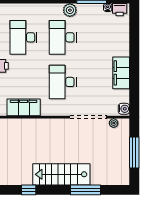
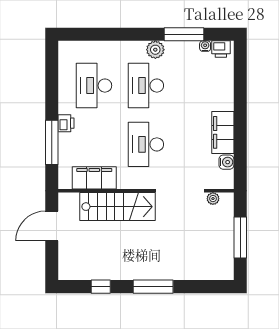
water cooler: (124, 109) -> (226, 162), moved
stairs: (61, 174) -> (117, 207), moved, turned 180
window: (85, 190) -> (153, 287), moved

